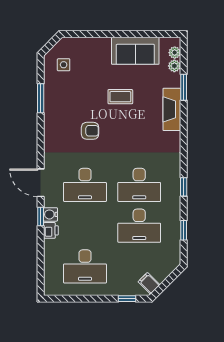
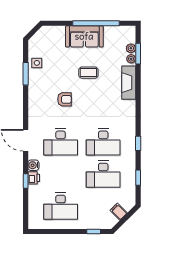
window: (130, 34) -> (96, 23), added
sofa: (135, 51) -> (84, 36), moved
plant: (175, 53) -> (131, 59), moved
side table: (64, 65) -> (37, 63), moved
window: (184, 87) -> (138, 54), moved
window: (41, 216) -> (26, 181), moved
filing cabinet: (149, 283) -> (119, 212), moved

